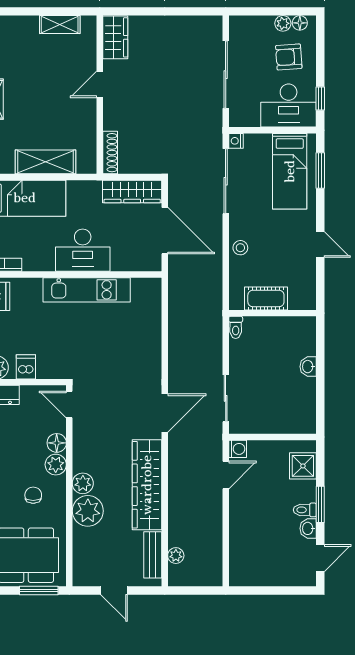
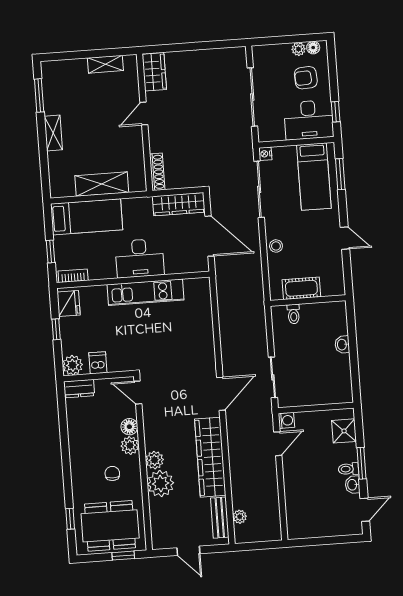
toilet: (236, 327) -> (294, 314), moved
window: (39, 590) -> (123, 556), width x0.67

